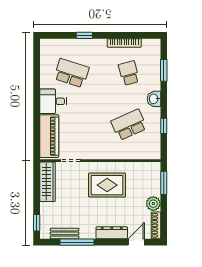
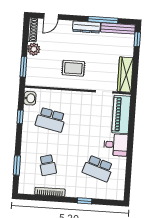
washbasin: (154, 99) -> (30, 98), moved
school desk: (129, 125) -> (51, 120), turned 36
rug: (107, 185) -> (73, 68), width x0.73, depth x0.70
bench: (65, 233) -> (118, 28), width x1.36
dresser: (112, 233) -> (86, 27), moved

